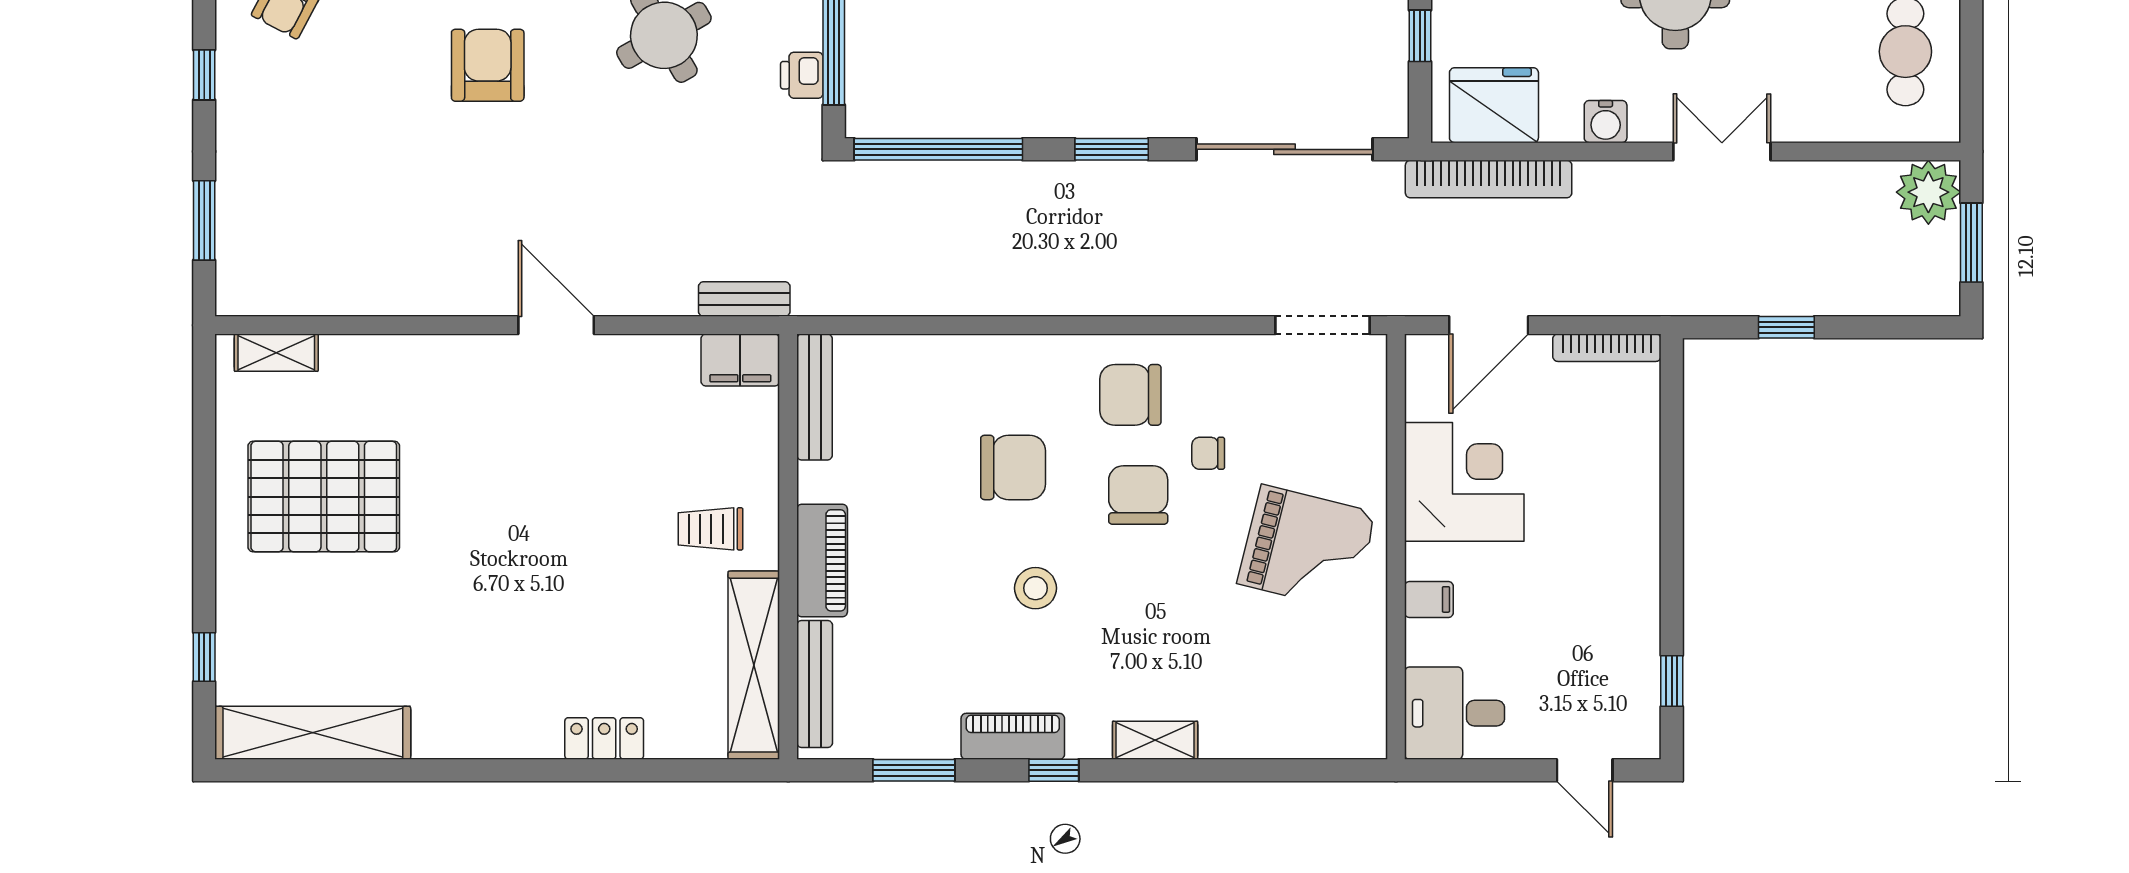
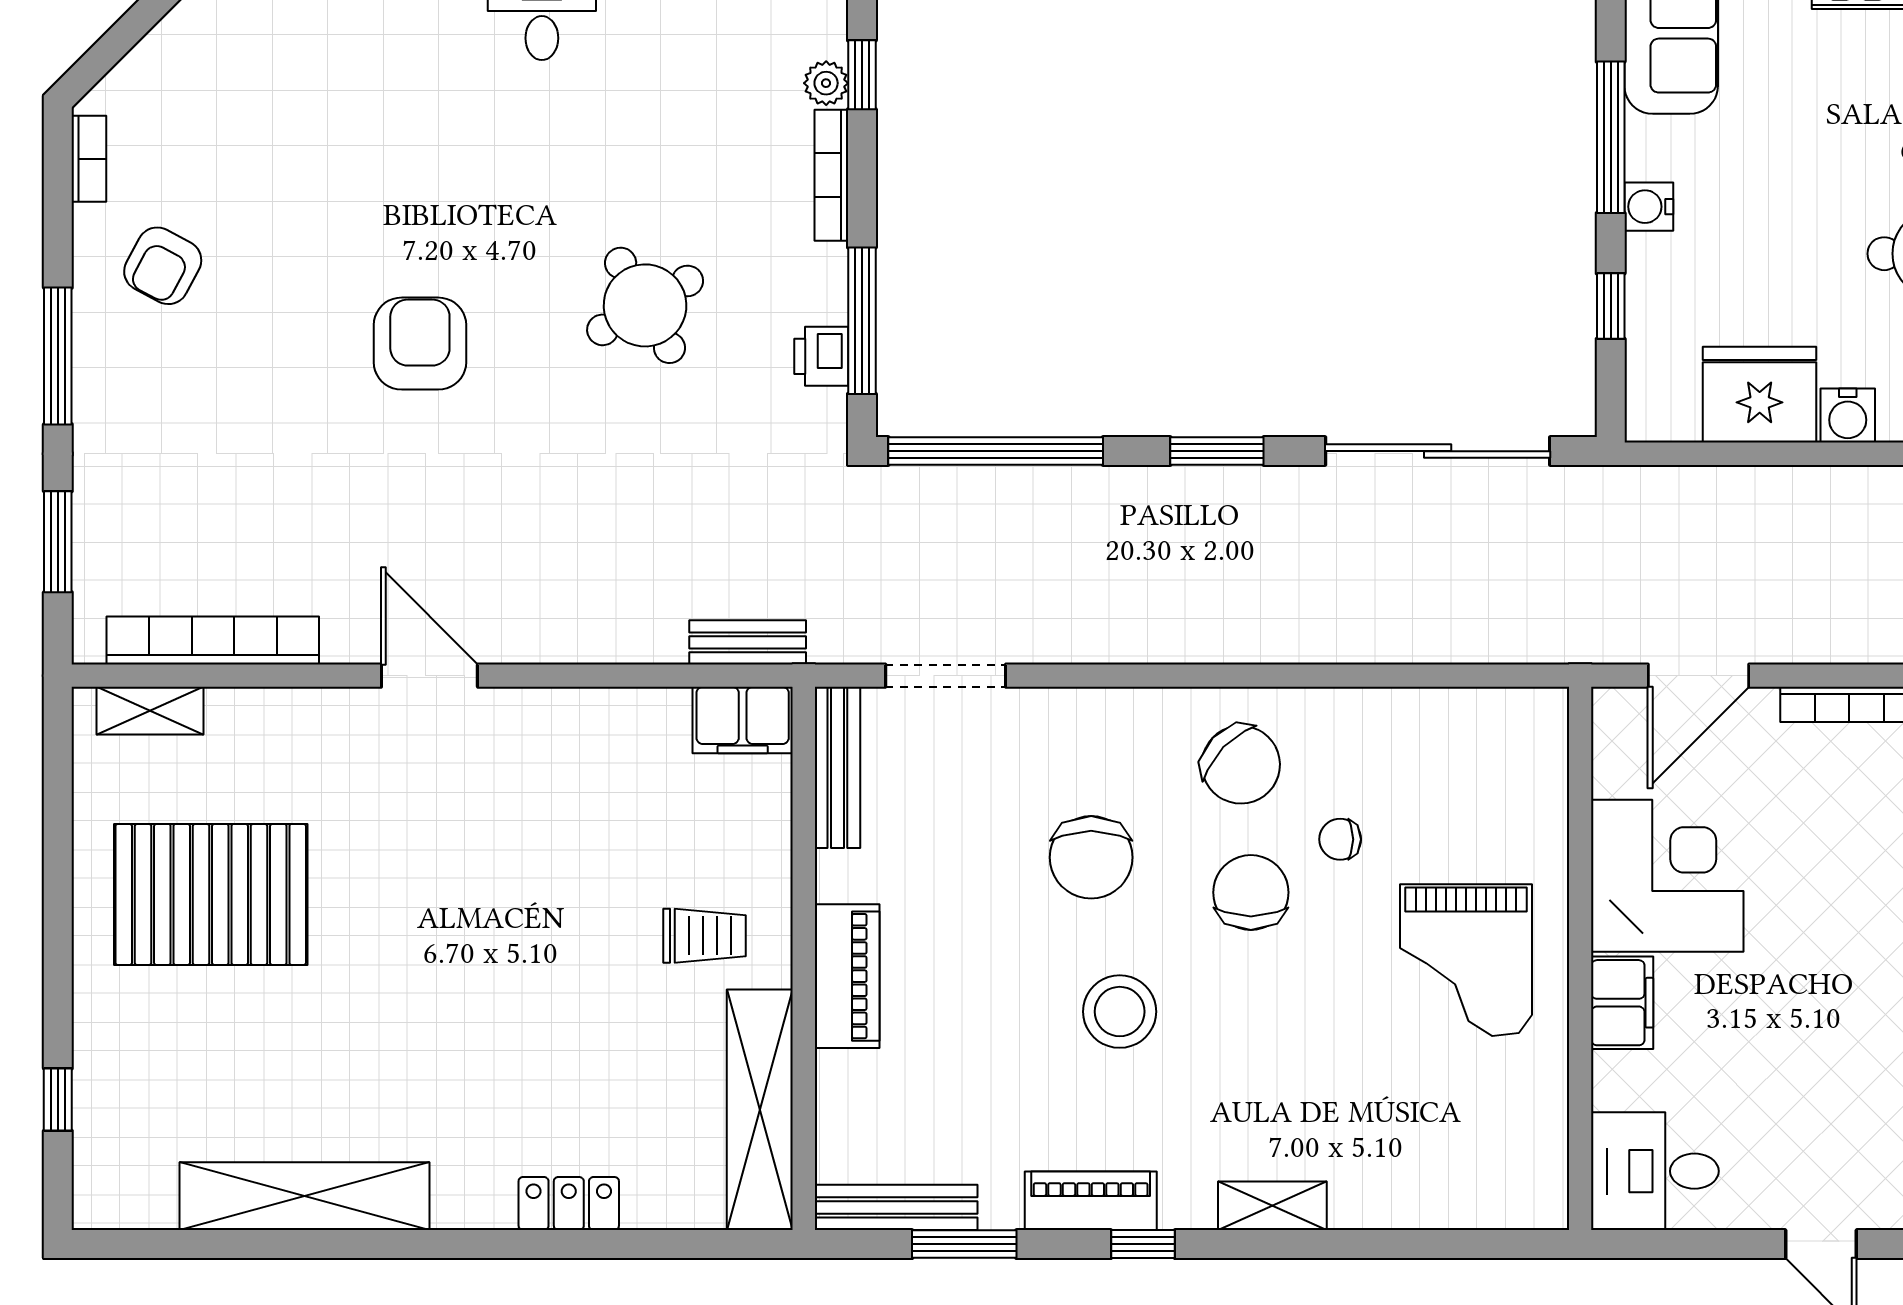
window: (204, 75) -> (58, 356), width x2.17
fridge: (1494, 105) -> (1760, 395), moved
bookcase: (1489, 179) -> (213, 640), moved, turned 180
door: (556, 325) -> (429, 676), moved
doorway: (1323, 325) -> (946, 676), moved
chair: (1130, 395) -> (1241, 765), turned -136
chair: (1013, 467) -> (1091, 857), turned 90
trolley: (710, 529) -> (704, 936), turned 180
grand piano: (1307, 548) -> (1466, 960), turned 76
stool: (1035, 588) -> (1120, 1012), width x1.38, depth x1.38
filing cabinet: (1429, 599) -> (1622, 1003), width x2.00
bench: (815, 684) -> (896, 1207), moved, turned 90
shelving: (313, 733) -> (304, 1196), moved

